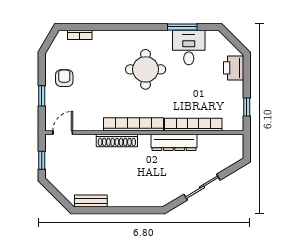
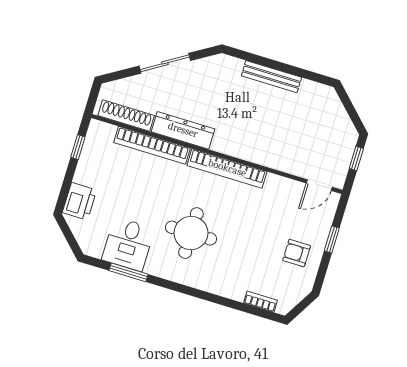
armchair: (64, 78) -> (297, 253), turned 90
shoe rack: (117, 141) -> (126, 116), moved
bench: (91, 201) -> (271, 77), moved, width x1.36

